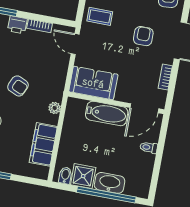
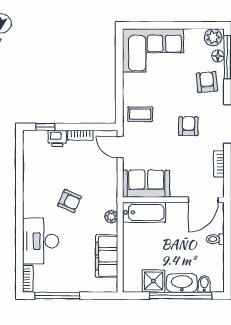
bathtub: (107, 113) -> (144, 212), moved
bidet: (65, 175) -> (204, 284), moved

